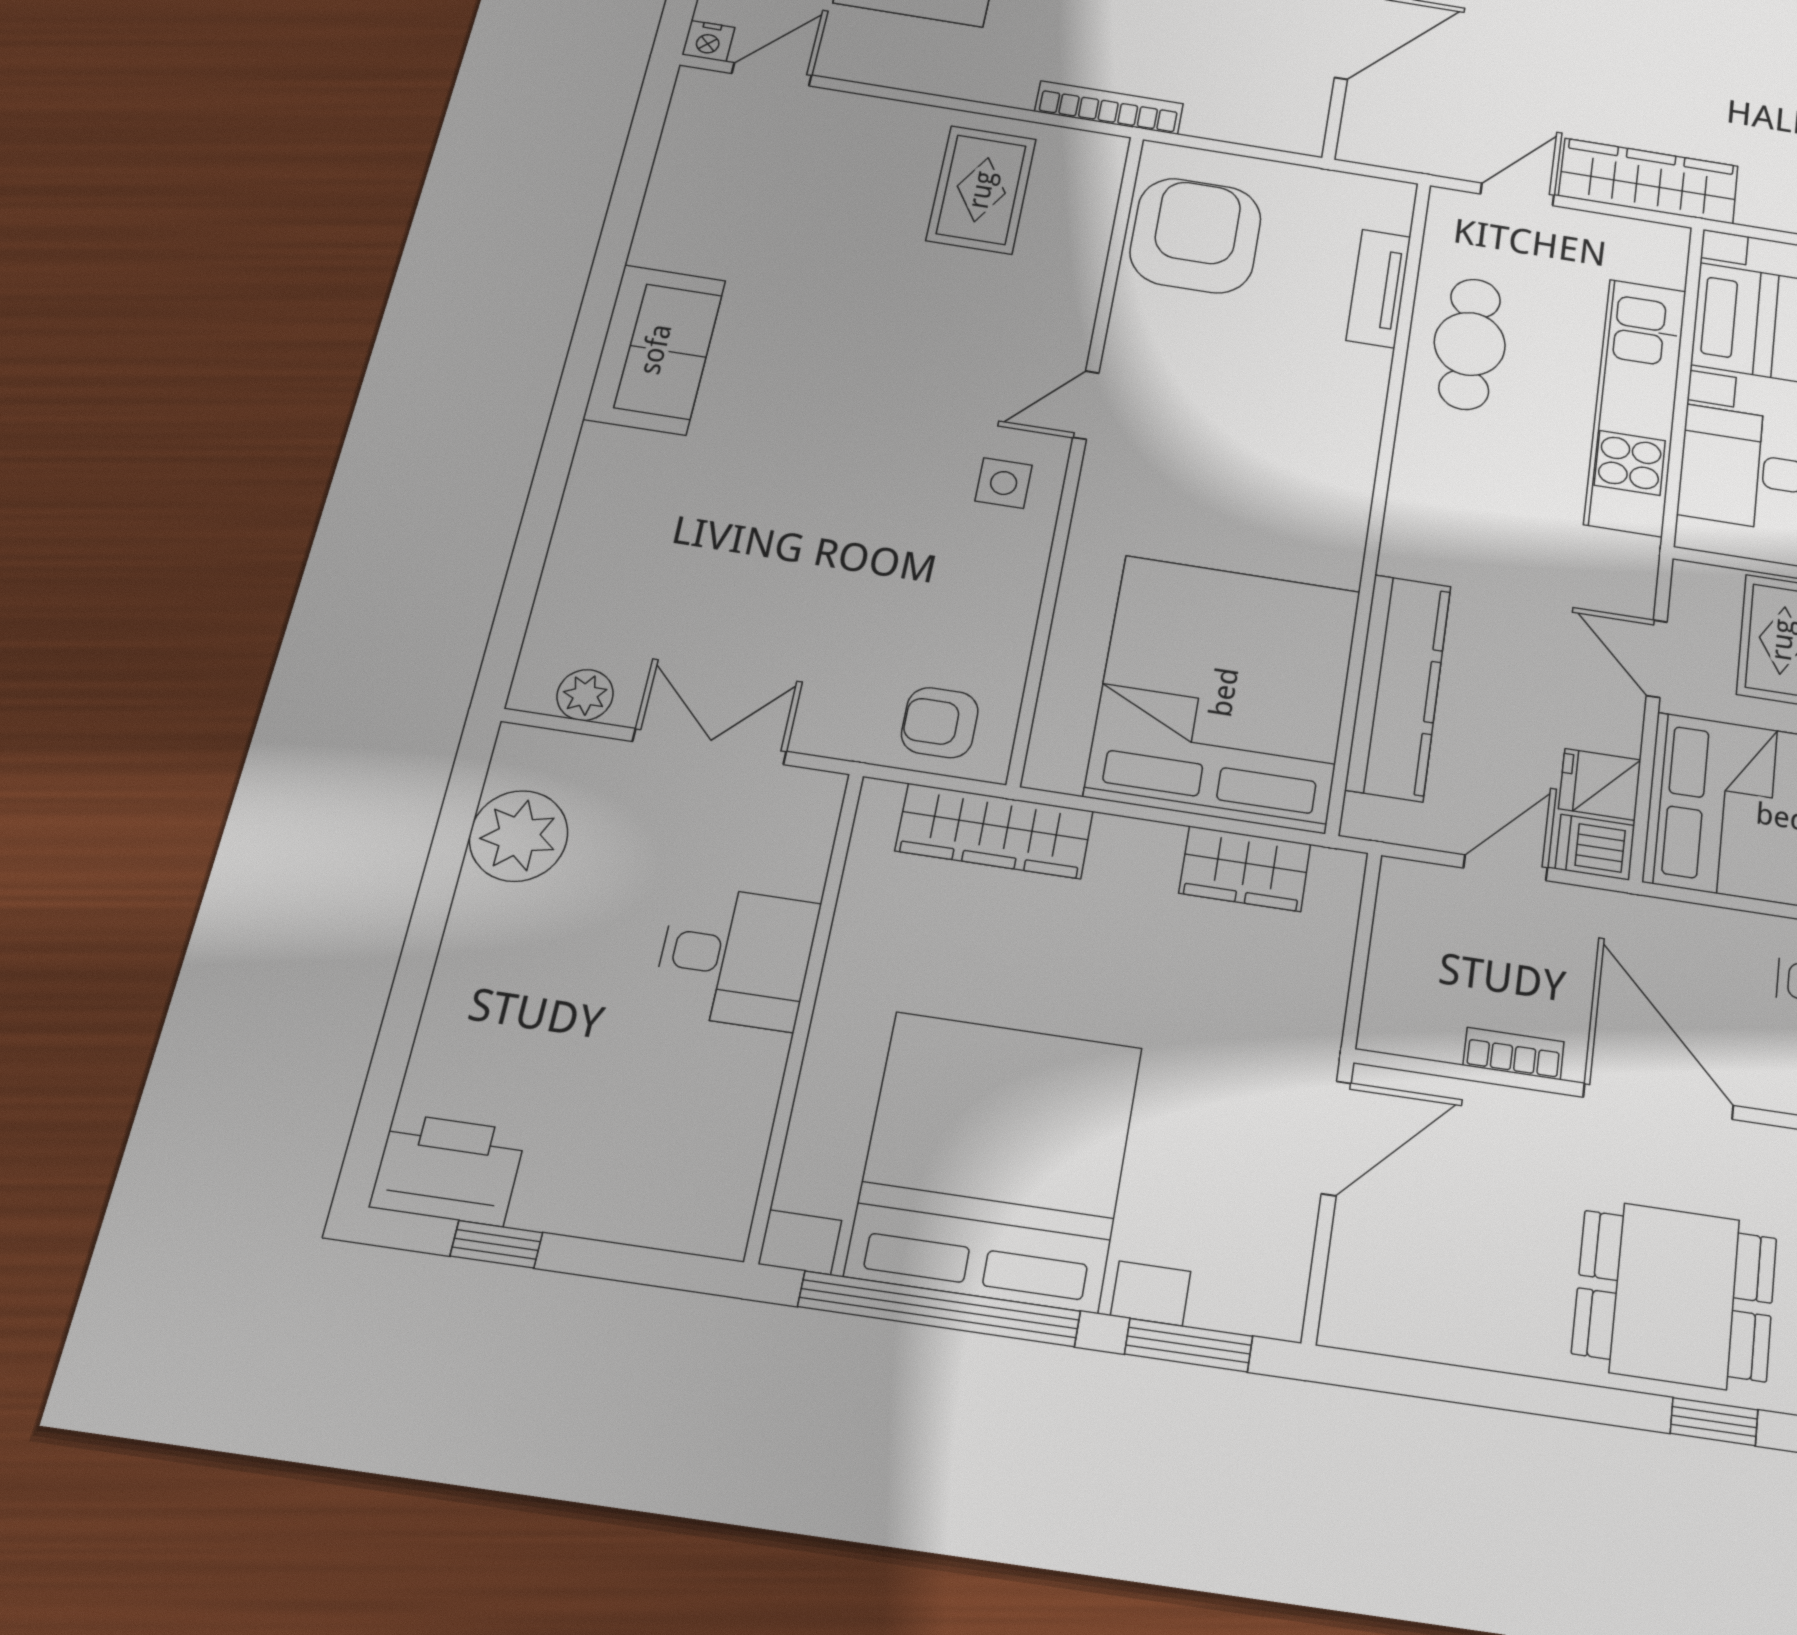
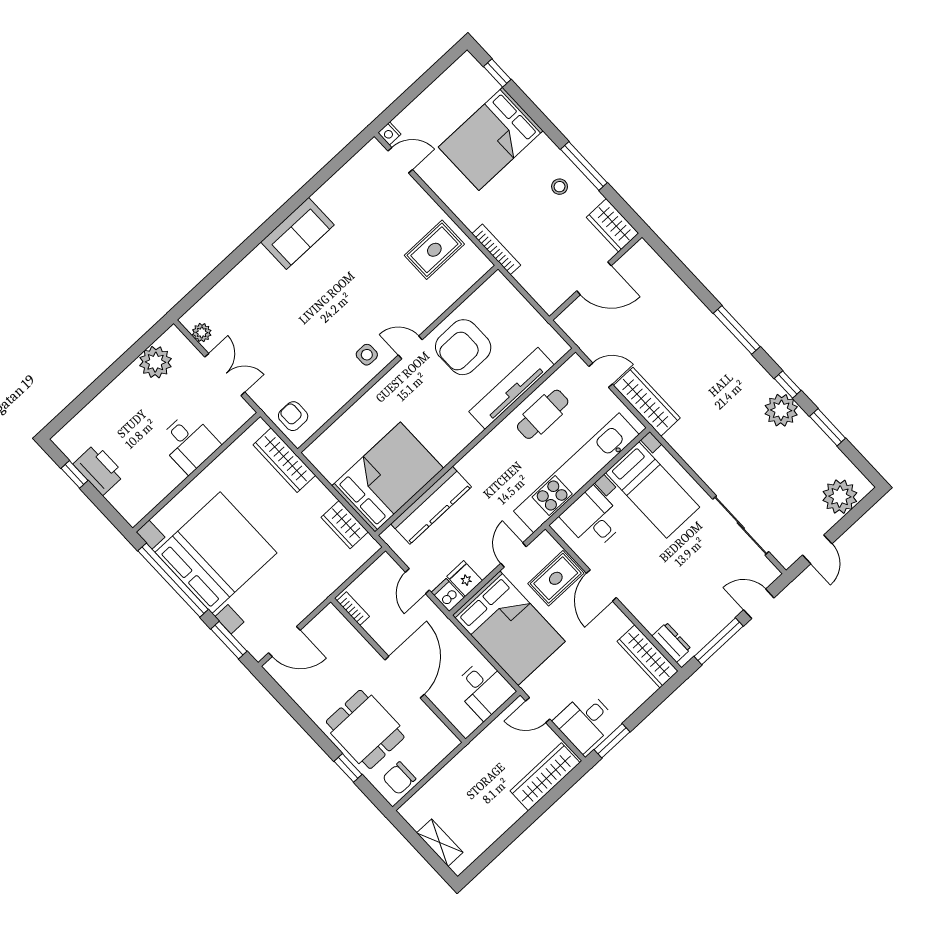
armchair: (1196, 235) -> (463, 347), moved, turned 180
tv unit: (1379, 288) -> (512, 388), width x1.92, depth x1.29
kitchen unit: (1636, 406) -> (576, 473), width x1.36
bed: (1224, 692) -> (388, 477), width x0.73
door: (1506, 868) -> (417, 581), swing flipped
bookcase: (1514, 1054) -> (353, 609), moved
door: (1336, 1138) -> (284, 642), moved
printer: (448, 1169) -> (99, 469), moved

